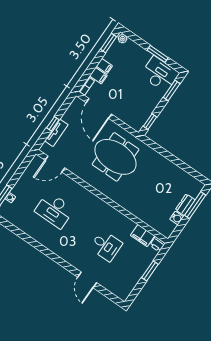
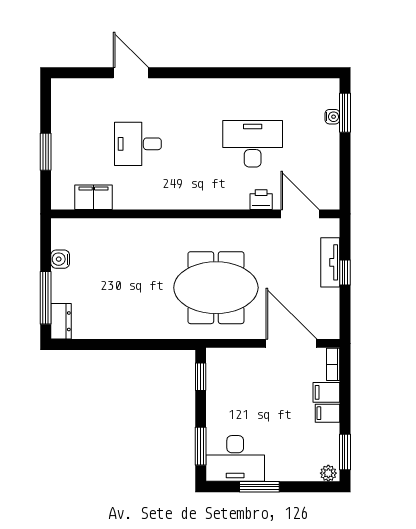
door: (55, 164) -> (300, 214), hinge flipped
dresser: (185, 205) -> (61, 321), moved
printer: (157, 244) -> (261, 200), moved

